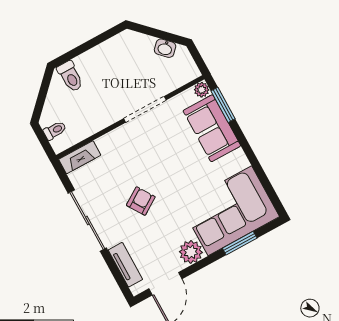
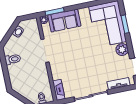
toilet: (70, 76) -> (13, 59), moved
armchair: (141, 201) -> (89, 66), removed

